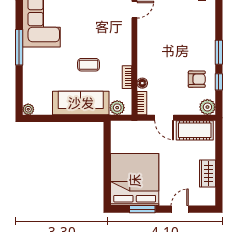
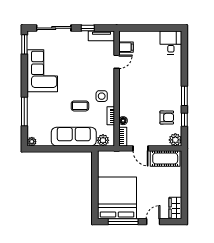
window: (19, 47) -> (24, 111), moved
side table: (116, 53) -> (102, 96), added
wardrobe: (207, 174) -> (175, 208), moved
window: (142, 209) -> (123, 222), width x1.44

